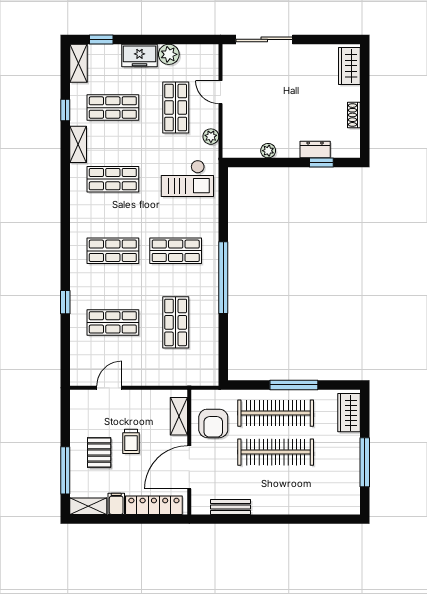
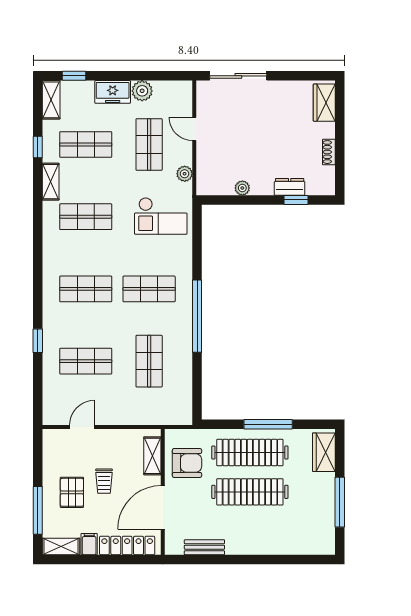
armchair: (213, 423) -> (187, 463), turned -90

